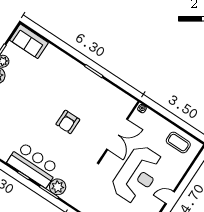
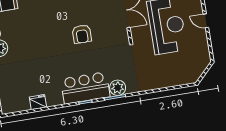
door: (170, 198) -> (206, 21), hinge flipped

